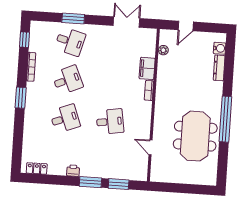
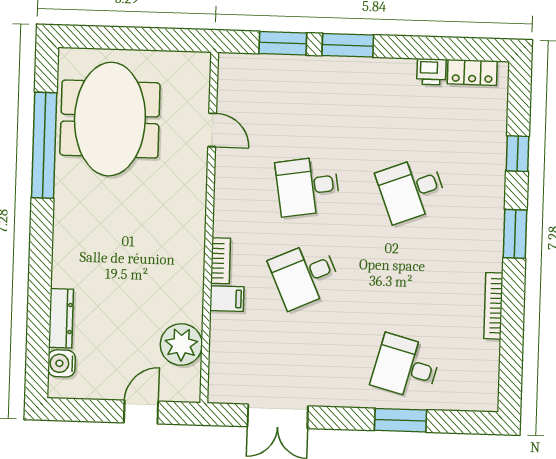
window: (24, 40) -> (517, 154), moved
plant: (163, 50) -> (181, 345), width x1.87, depth x1.87
filing cabinet: (147, 68) -> (227, 299), width x0.50
desk: (67, 80) -> (305, 275), moved
window: (225, 119) -> (44, 145), moved
meeting table: (195, 136) -> (110, 119), moved
printer: (73, 171) -> (431, 72), moved

